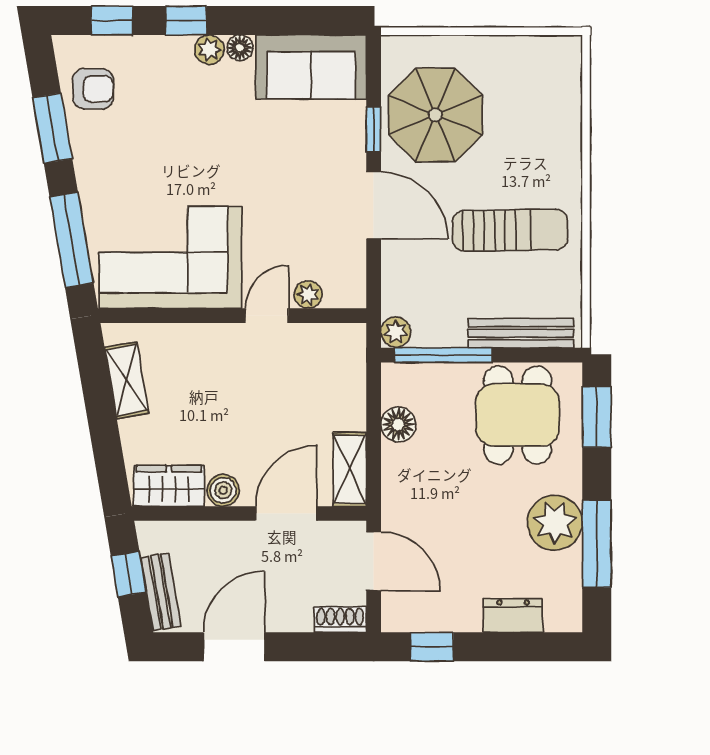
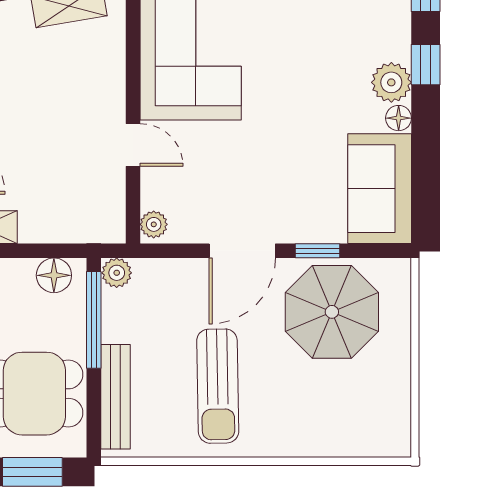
plant: (209, 50) -> (391, 82), width x1.38, depth x1.38
plant: (308, 295) -> (154, 224), moved
floor lamp: (398, 424) -> (54, 275), moved

